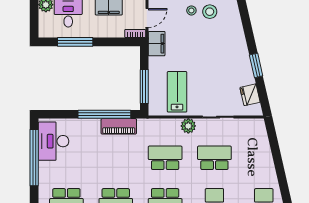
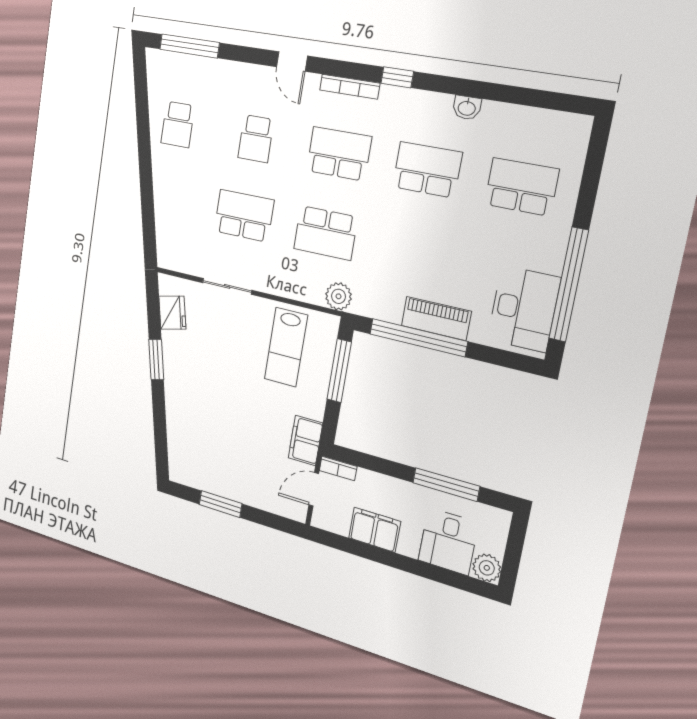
stool: (191, 10) -> (240, 480), removed
stool: (210, 12) -> (212, 469), removed
piano: (119, 126) -> (436, 318), moved
plant: (188, 126) -> (338, 296), moved
school desk: (214, 158) -> (244, 216), turned 180

